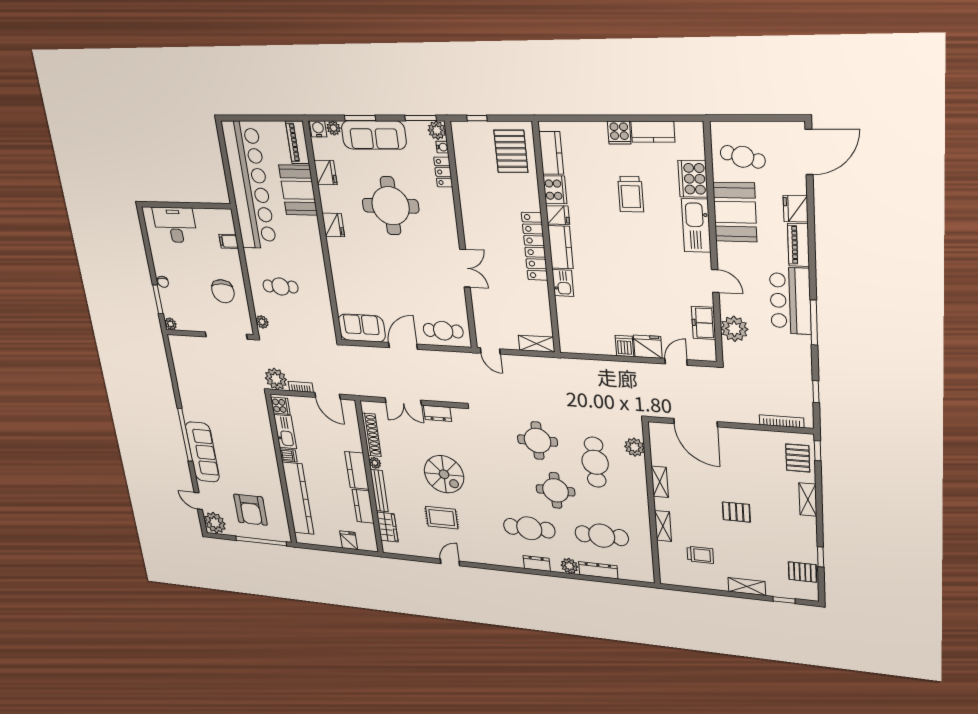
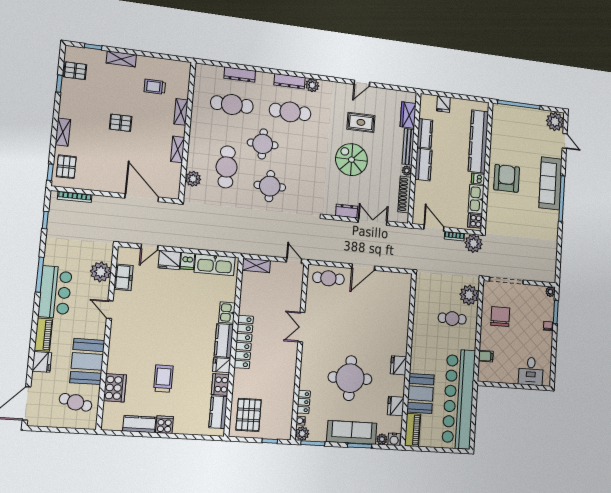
desk: (175, 225) -> (531, 371), width x0.73
kitchen sink: (696, 225) -> (215, 265), moved, turned 90
plant: (262, 322) -> (469, 295), width x1.87, depth x1.87
sofa: (362, 328) -> (394, 283), removed
armchair: (251, 510) -> (507, 178), moved
dresser: (537, 563) -> (290, 81), width x1.44
plant: (569, 566) -> (312, 85), moved

